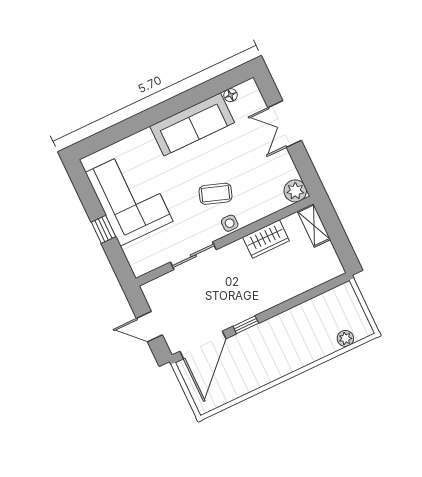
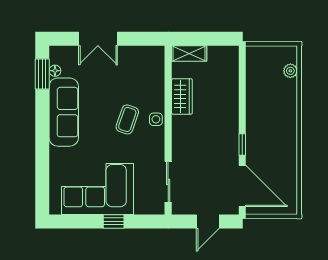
window: (221, 84) -> (42, 74), added
plant: (295, 191) -> (155, 55), removed
sliding door: (193, 256) -> (168, 182), moved

